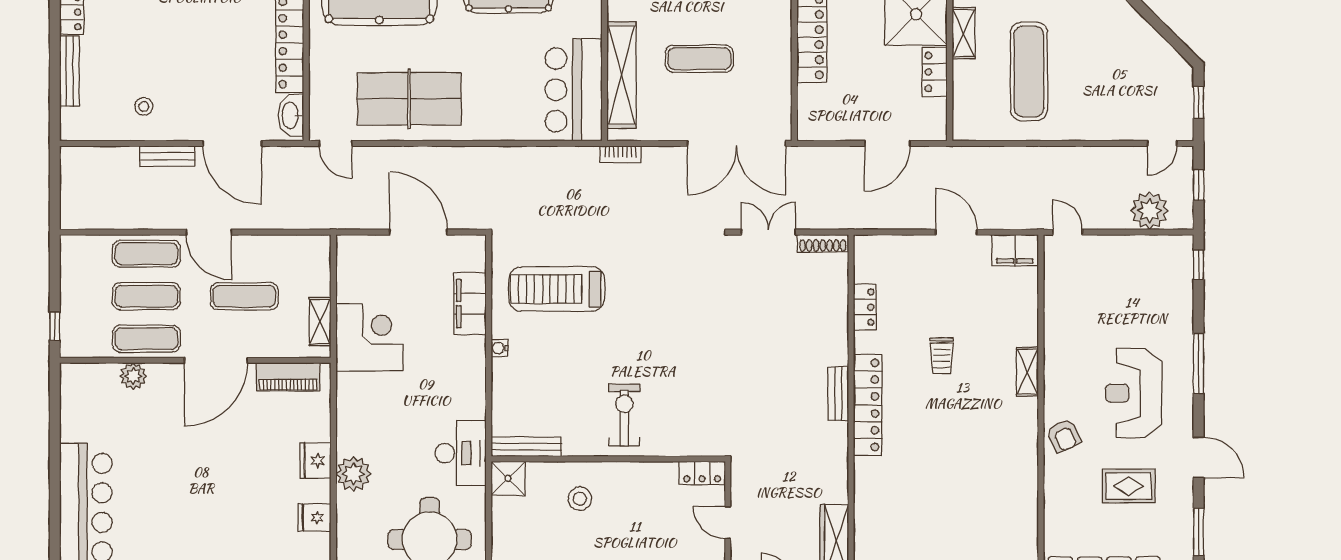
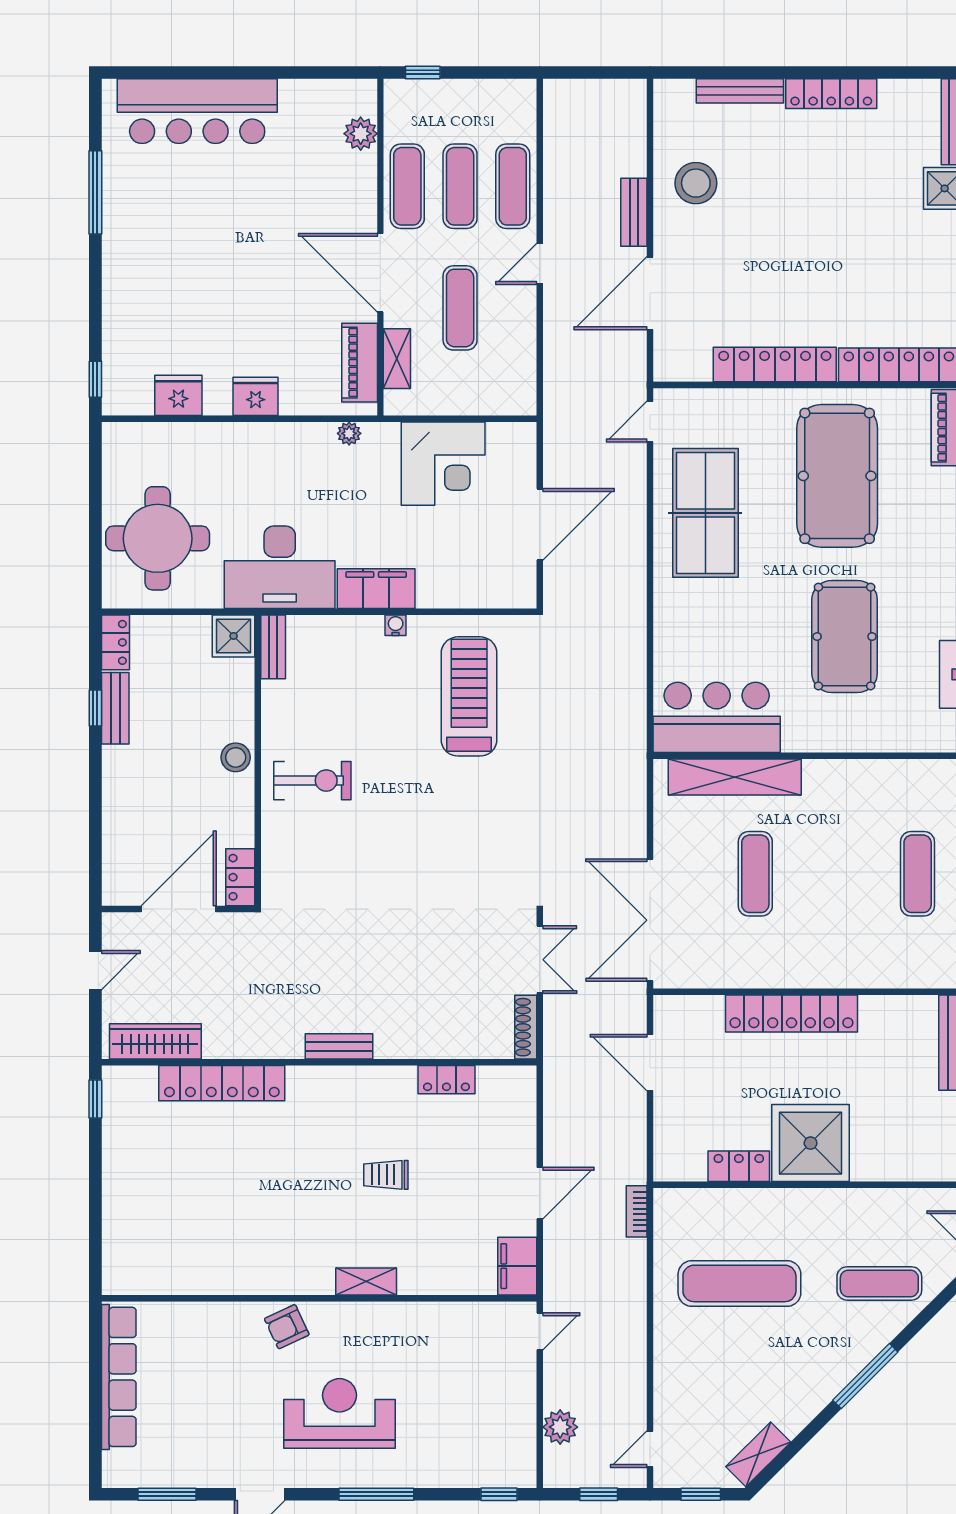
shelving: (964, 33) -> (758, 1454), moved, turned -45
stool: (144, 106) -> (696, 183), width x1.89, depth x1.89
washbasin: (291, 115) -> (685, 366), removed
door: (887, 143) -> (650, 1063), moved
door: (1162, 143) -> (650, 1449), hinge flipped
bookcase: (620, 154) -> (637, 1211), moved
plant: (1150, 211) -> (560, 1427), width x0.73, depth x0.73
door: (209, 232) -> (540, 264), width x0.73
filing cabinet: (470, 304) -> (376, 589), moved
shelving: (320, 322) -> (397, 359), moved, turned 90
corner desk: (369, 337) -> (443, 464), moved
plant: (133, 376) -> (361, 134), moved
locker: (868, 405) -> (222, 1083), moved
bench: (526, 447) -> (273, 647), width x0.73
desk: (461, 453) -> (280, 567), width x1.36, depth x1.30
plant: (353, 474) -> (349, 433), moved, width x0.53, depth x0.53
rug: (1129, 486) -> (224, 1407), removed
stool: (580, 499) -> (236, 757), moved
fridge: (315, 517) -> (178, 395), width x1.38
door: (728, 523) -> (179, 909), width x1.88

